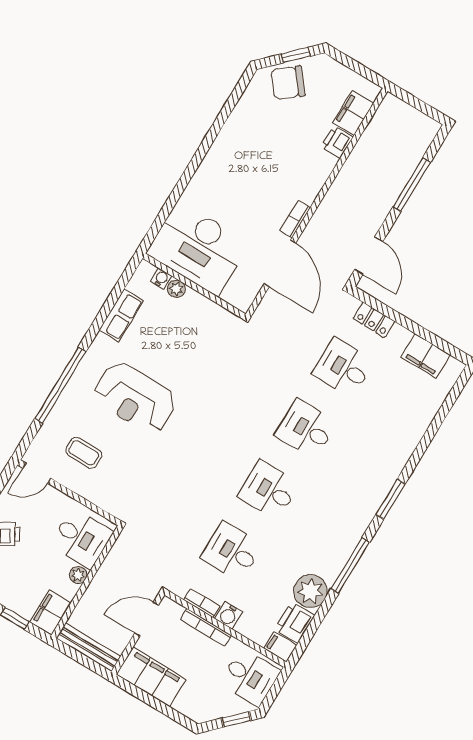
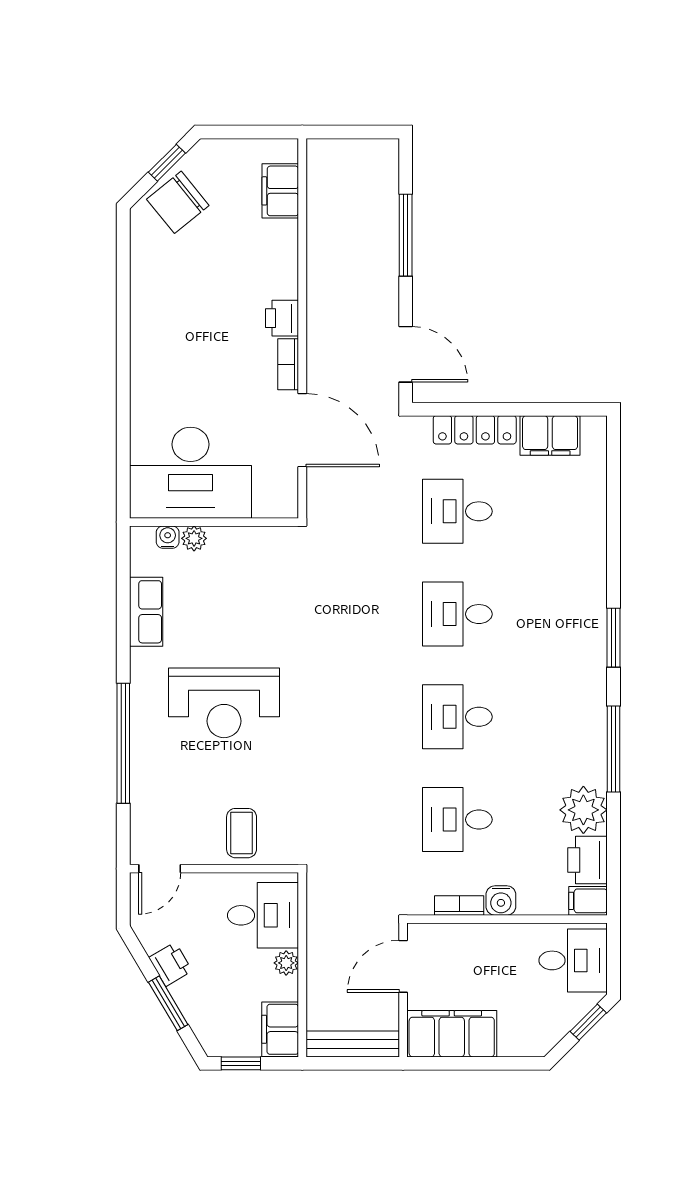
printer: (337, 142) -> (282, 318), moved
locker: (374, 320) -> (475, 430), width x1.53
coffee table: (84, 453) -> (242, 833), moved, turned 90
bookcase: (206, 627) -> (482, 932), removed

